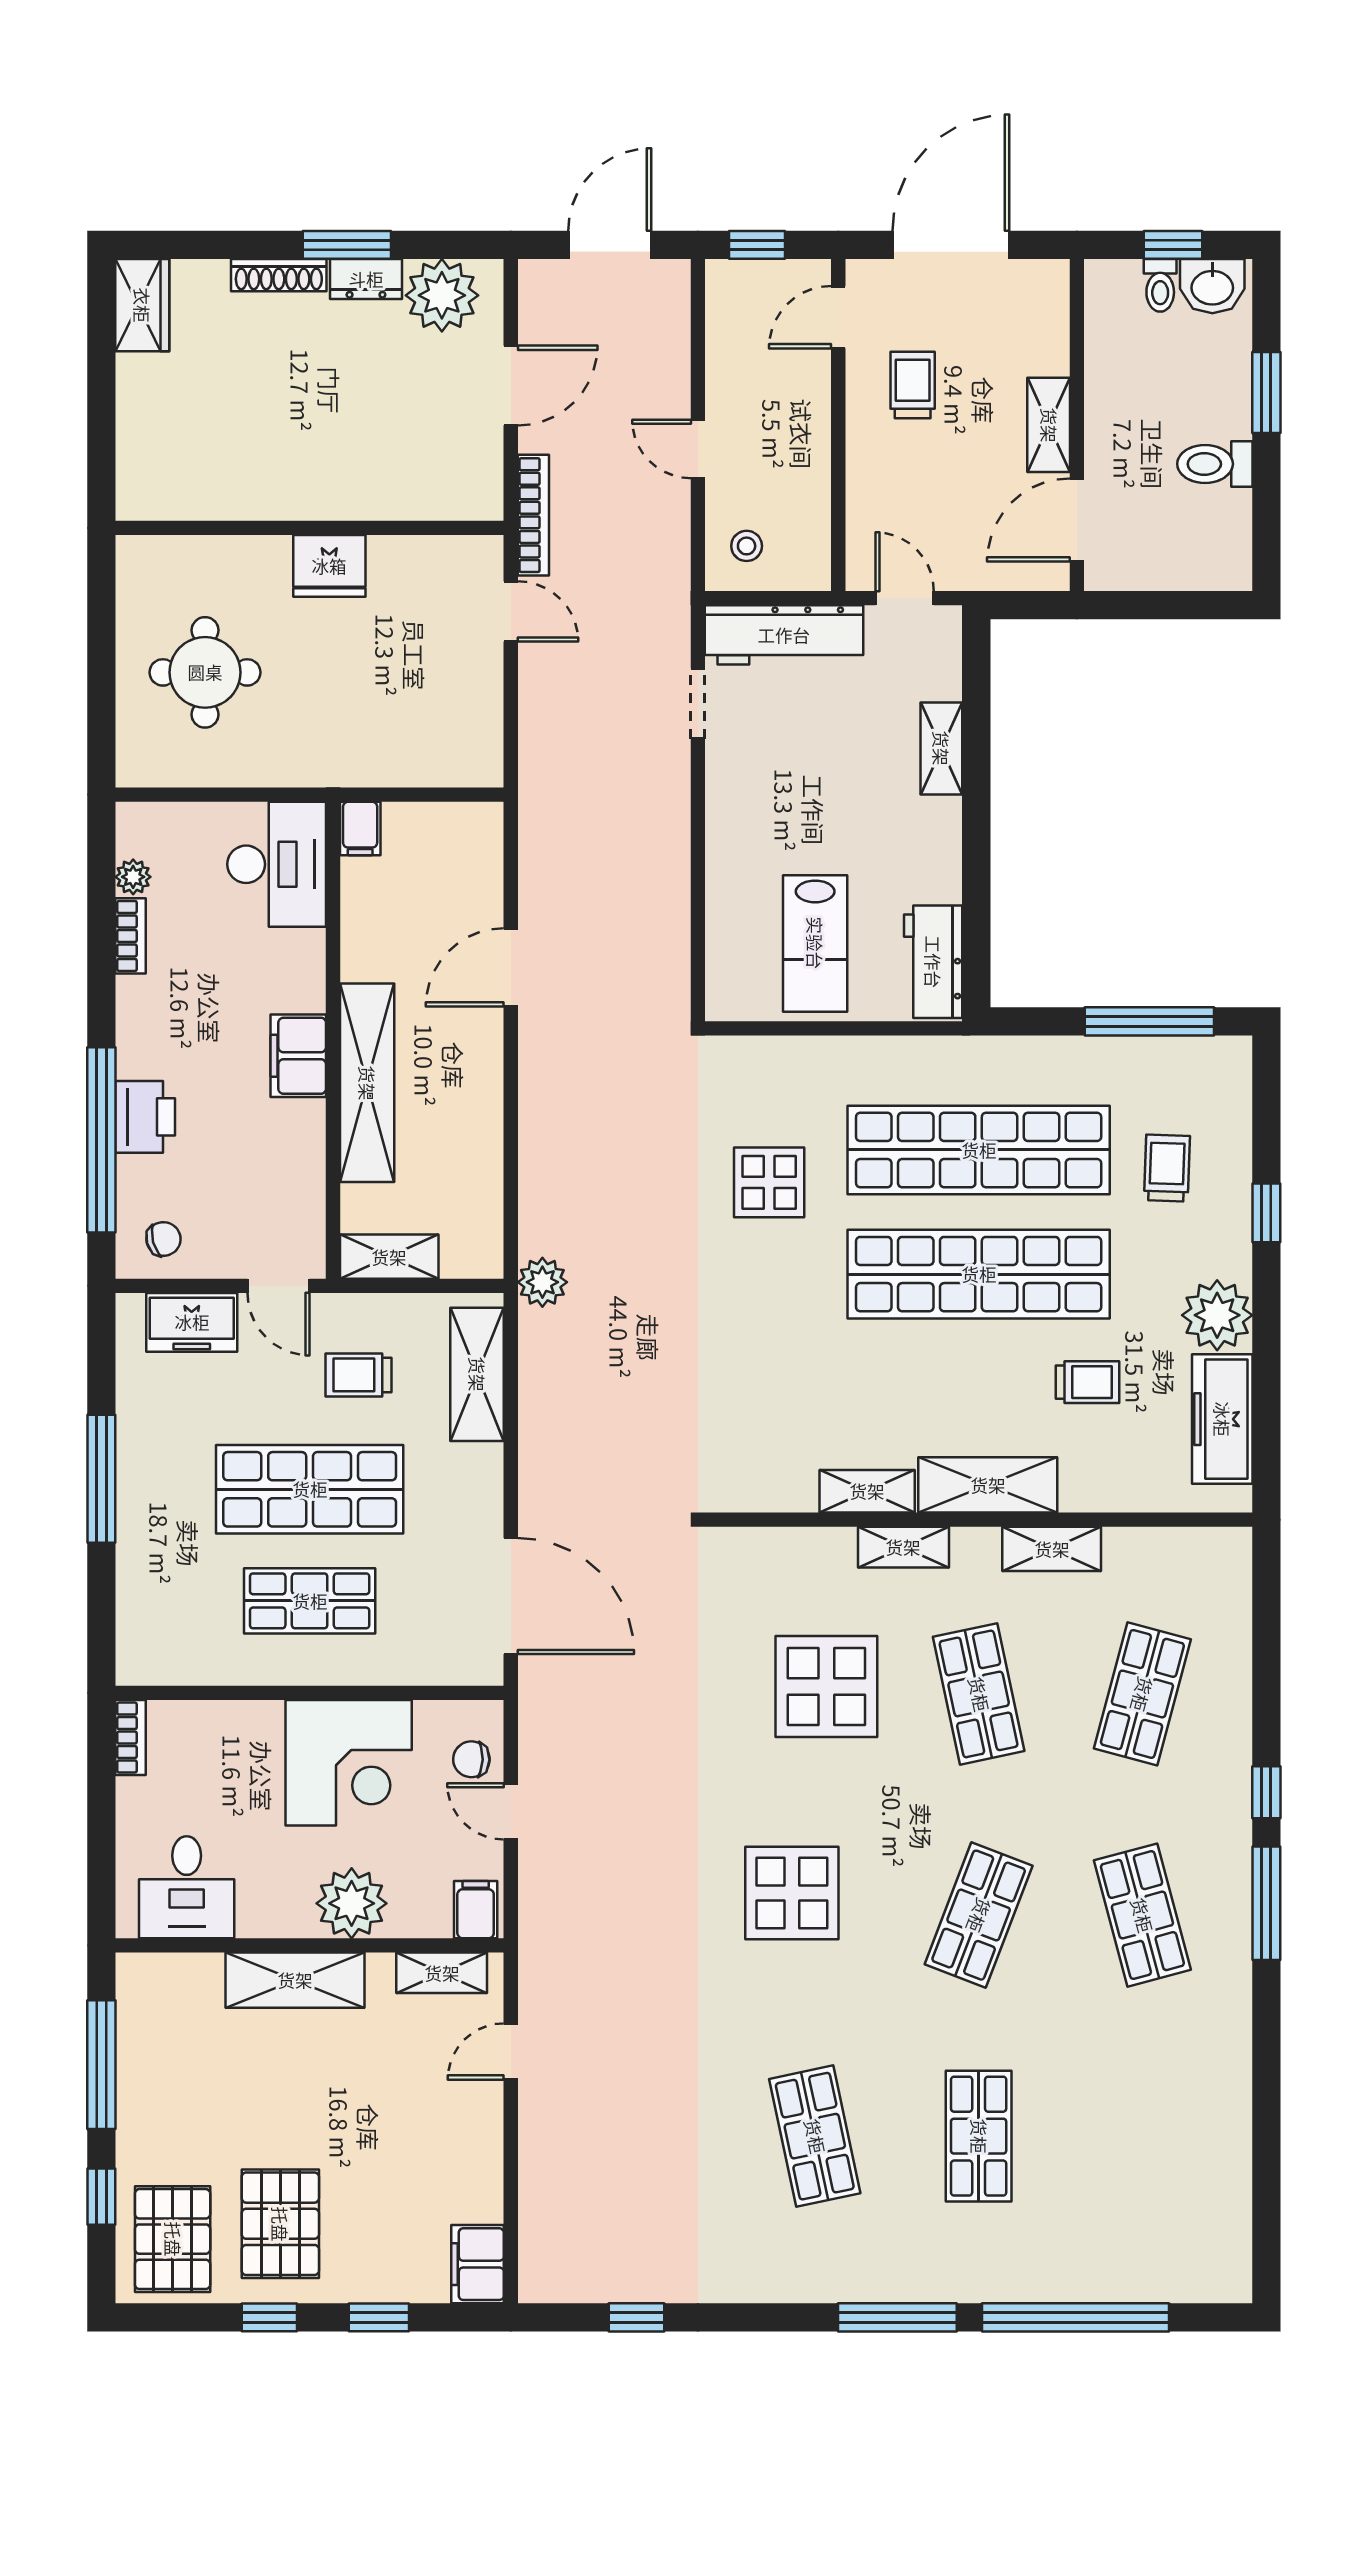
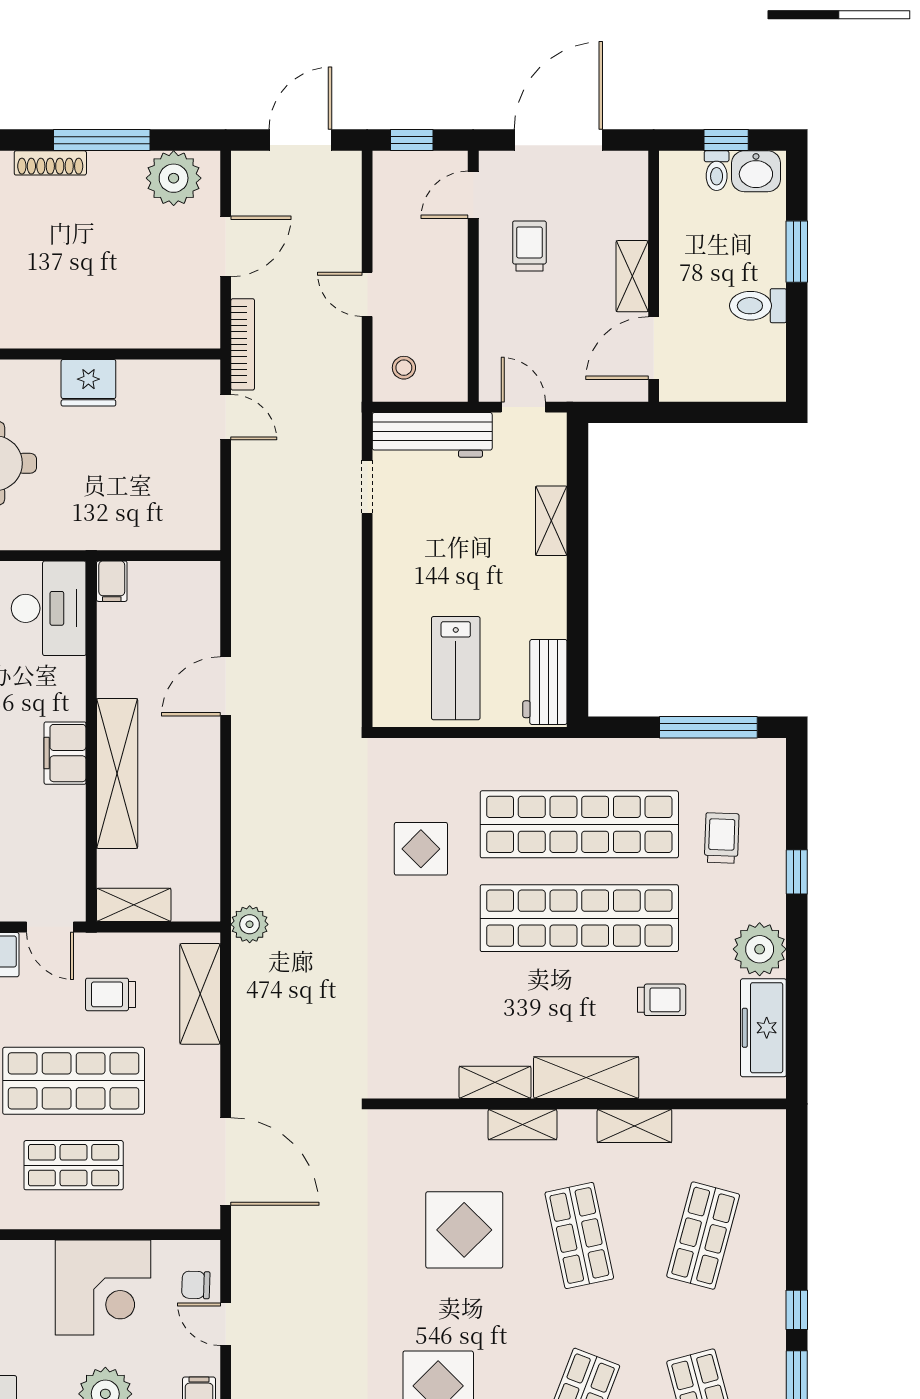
window: (347, 245) -> (102, 140), width x1.44
dresser: (366, 279) -> (116, 166), removed

